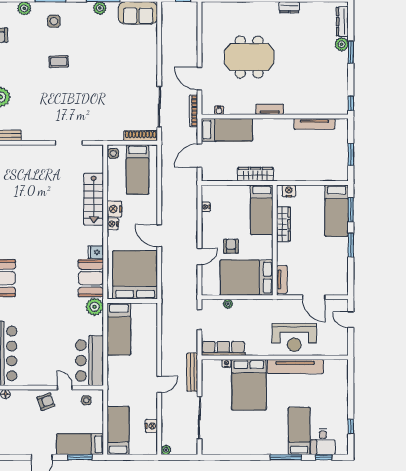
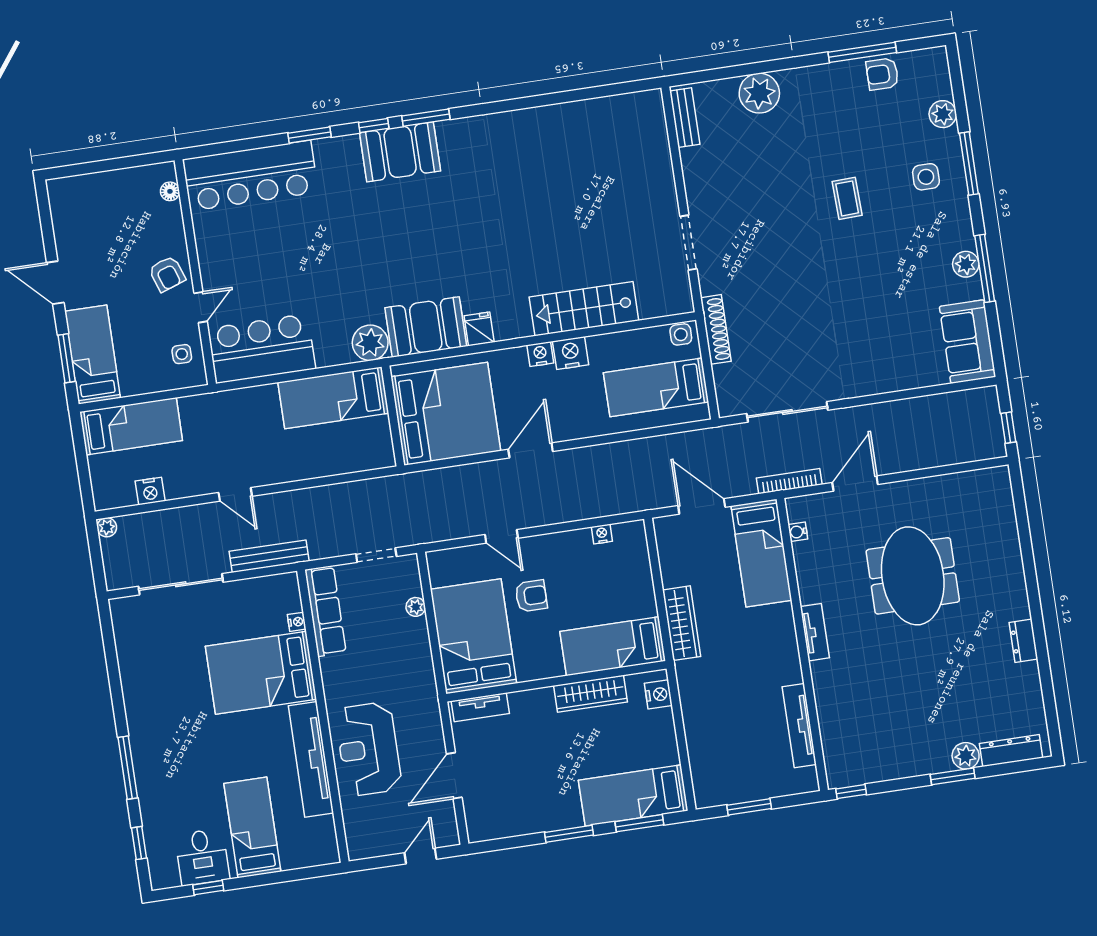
shoe rack: (141, 136) -> (716, 329), moved
bed: (299, 431) -> (252, 828), moved, turned -90
desk: (323, 442) -> (202, 857), moved, turned -90

